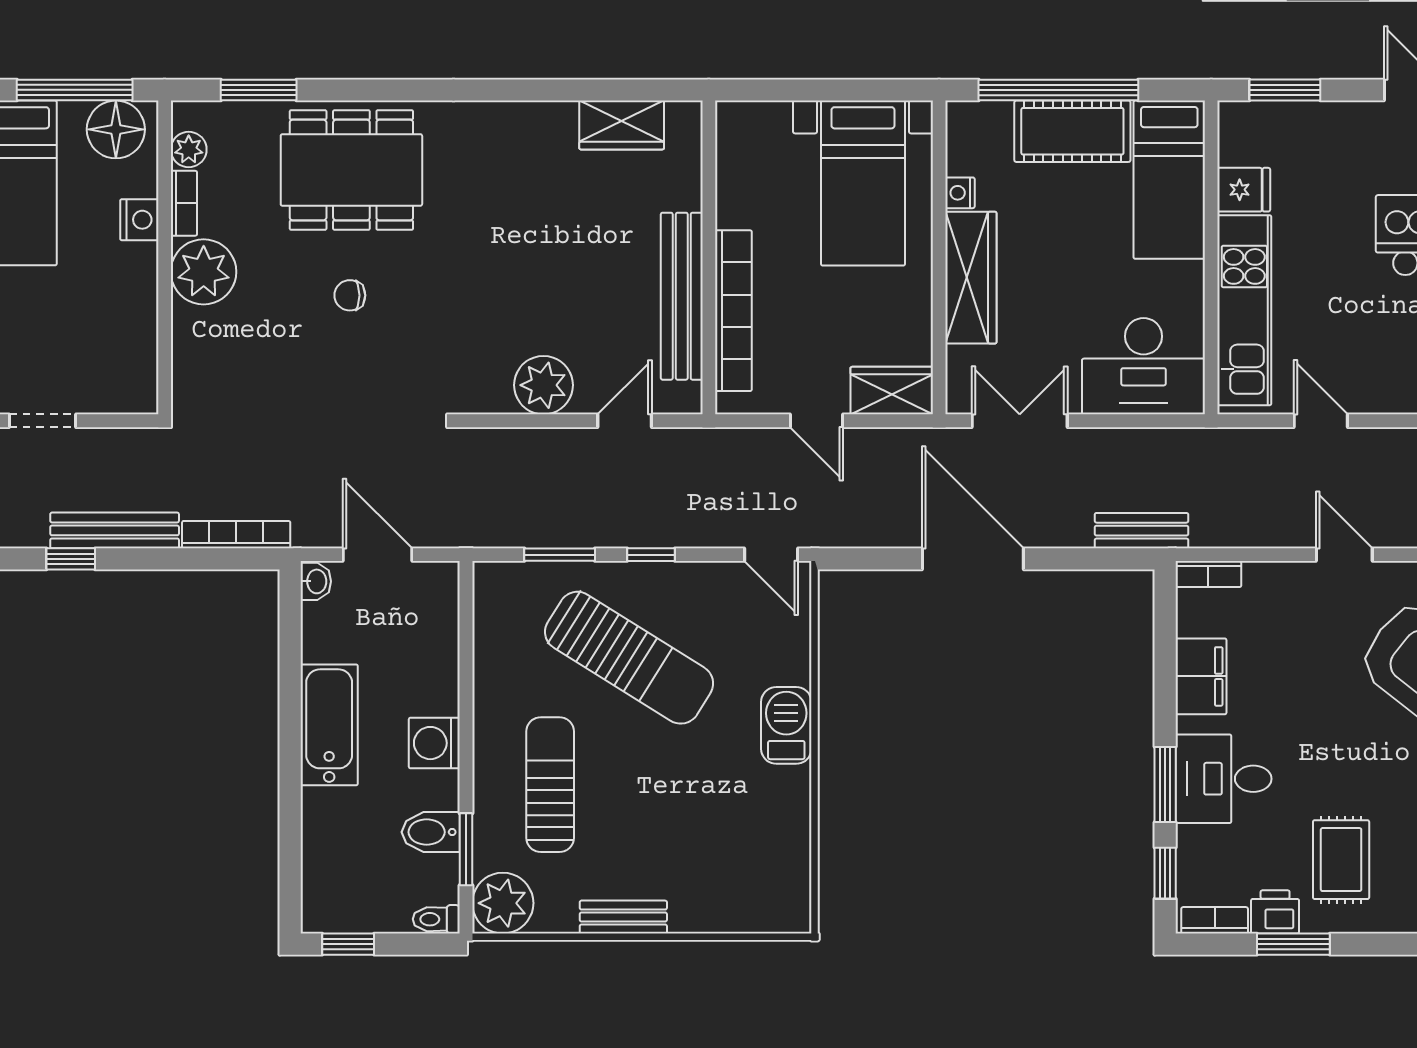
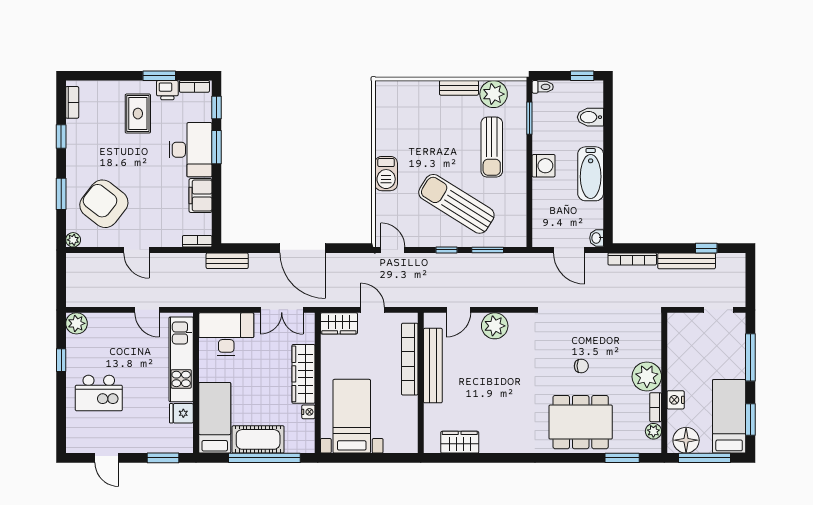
desk: (1224, 779) -> (190, 150), width x1.37
bidet: (431, 832) -> (590, 117), moved, turned 180
plant: (503, 903) -> (494, 94), moved

